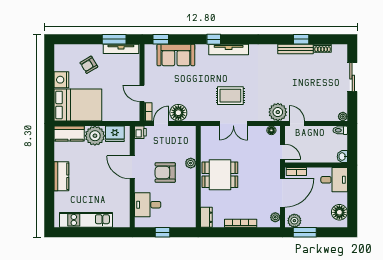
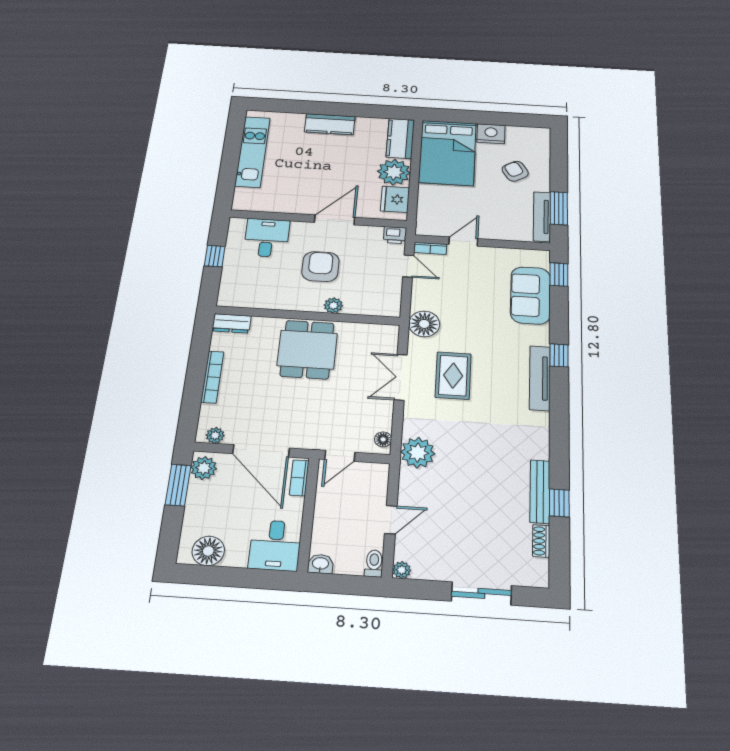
floor lamp: (178, 113) -> (424, 324), moved
door: (297, 124) -> (391, 520), moved

